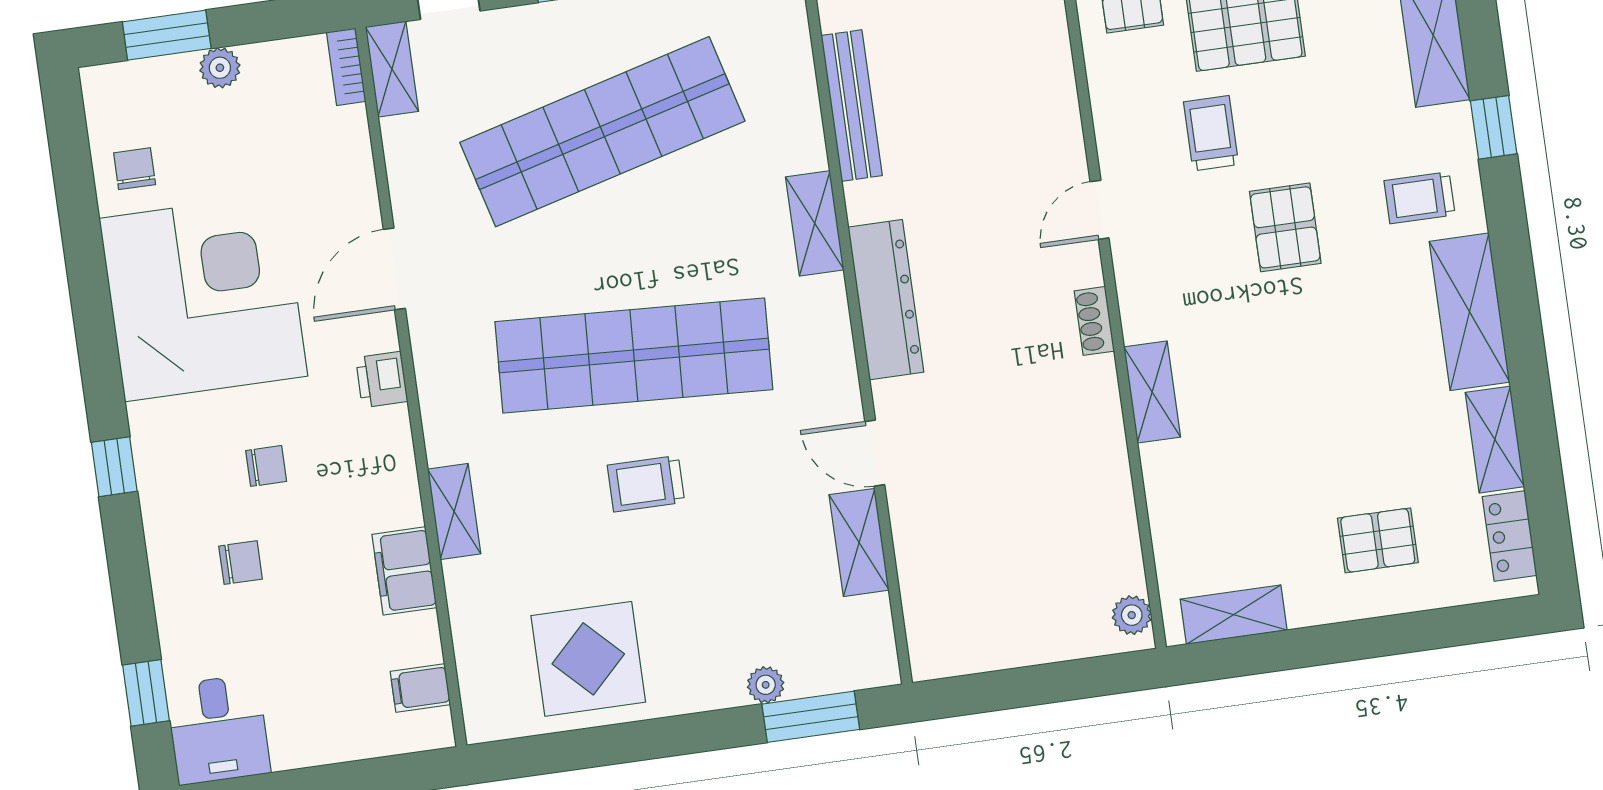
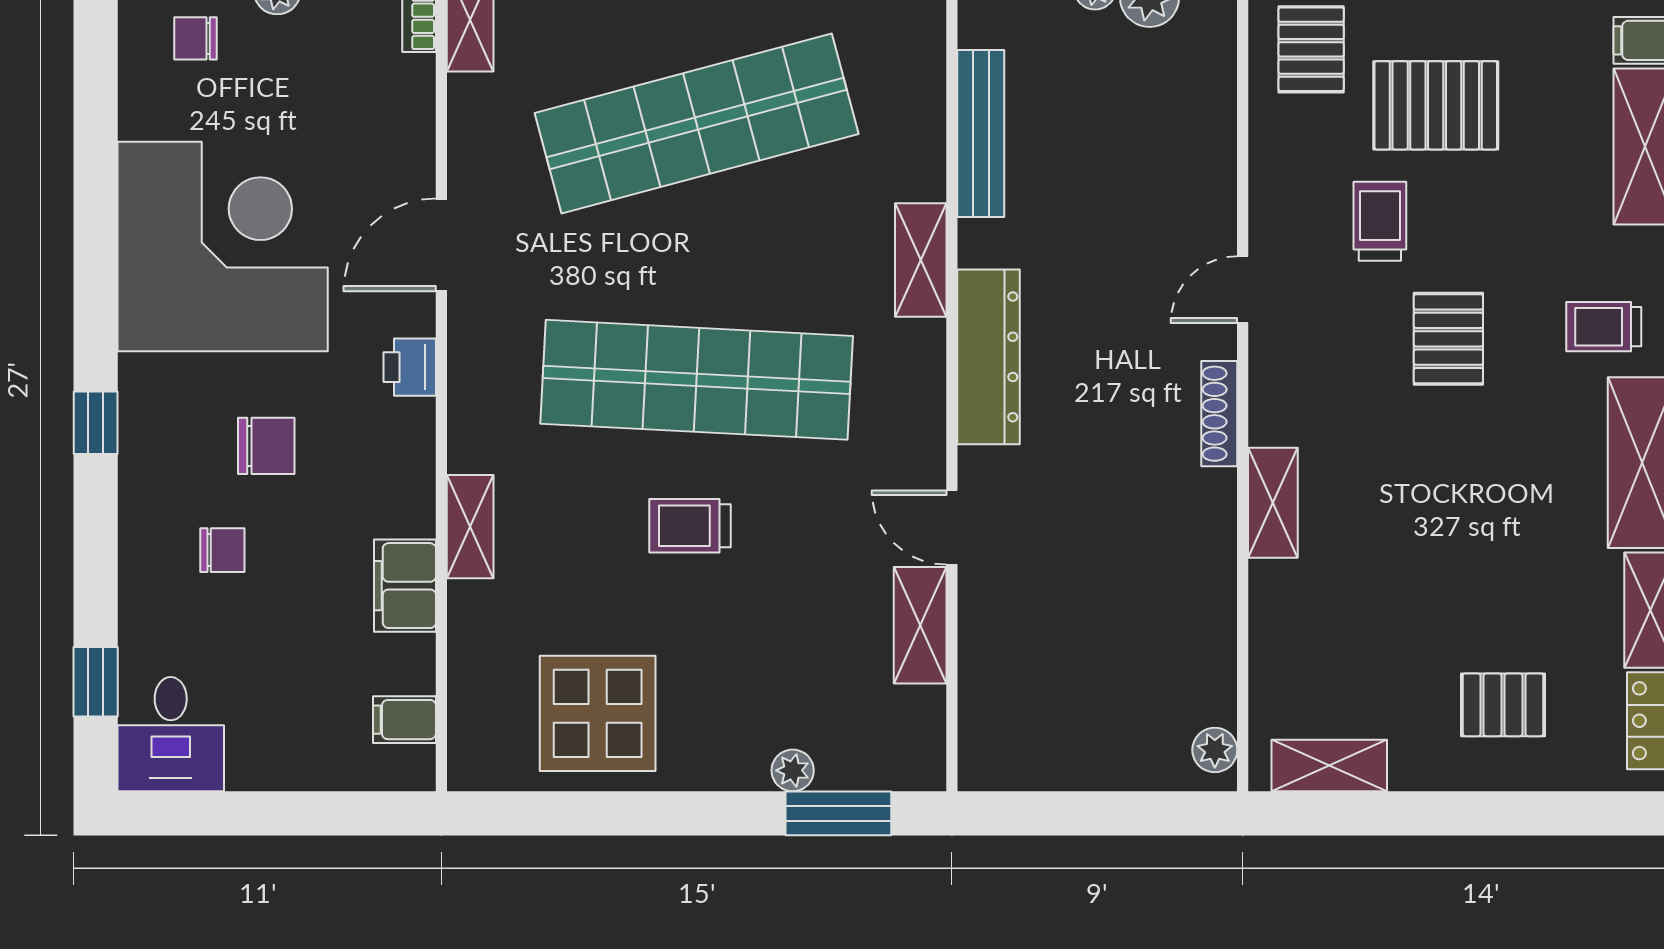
chair: (135, 169) -> (195, 38), moved, turned -90
shoe rack: (1094, 321) -> (1219, 414), width x1.43
chair: (266, 466) -> (266, 446), width x1.37, depth x1.37

